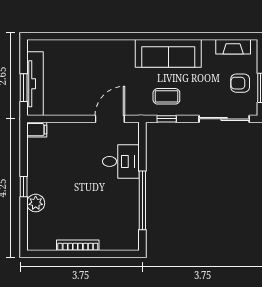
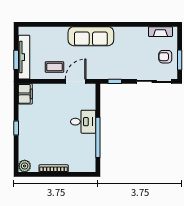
sofa: (168, 53) -> (91, 36), moved
coffee table: (166, 96) -> (55, 67), moved
filing cabinet: (37, 130) -> (25, 94), width x2.00
desk: (121, 161) -> (83, 122), moved
plant: (36, 203) -> (25, 166), moved

